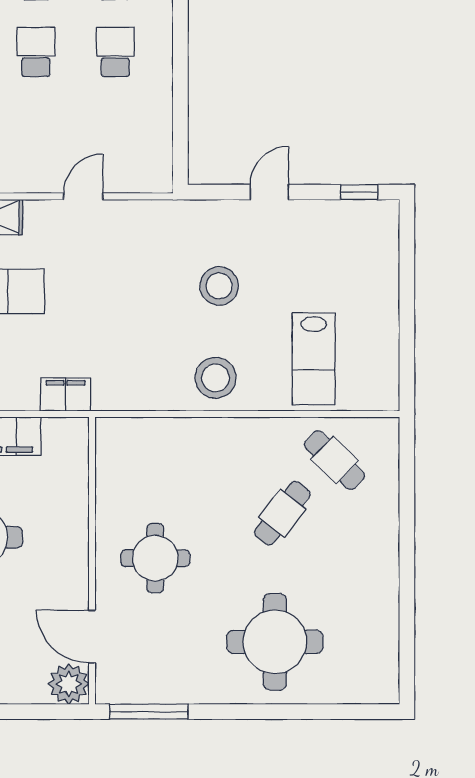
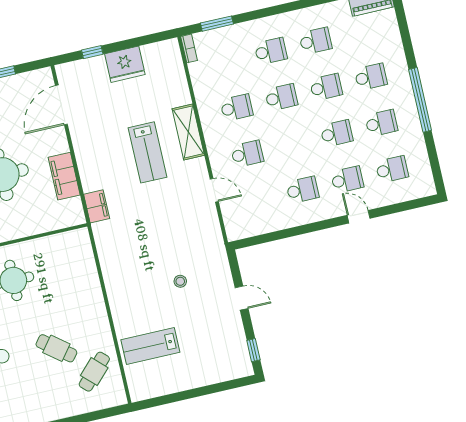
school desk: (36, 52) -> (247, 154), moved
stool: (219, 286) -> (180, 281), width x0.53, depth x0.53
stool: (215, 378) -> (126, 291), removed

